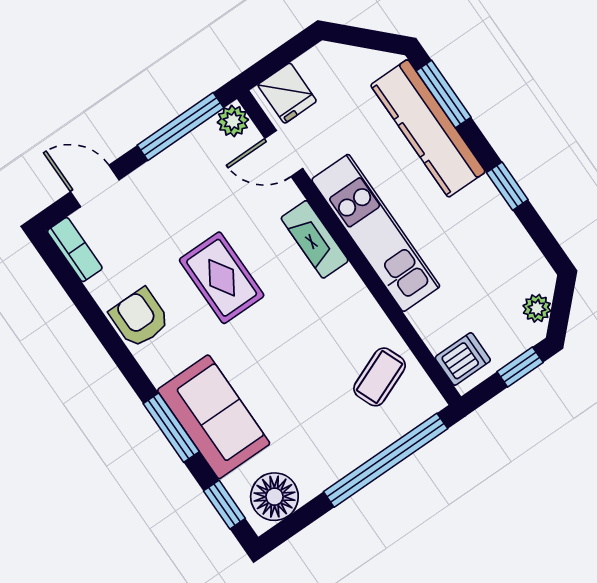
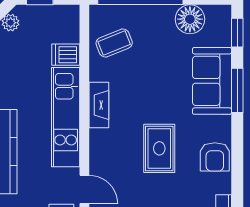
fireplace: (315, 239) -> (99, 105), moved
dishwasher: (463, 359) -> (66, 55), moved
floor lamp: (274, 497) -> (190, 19), moved

